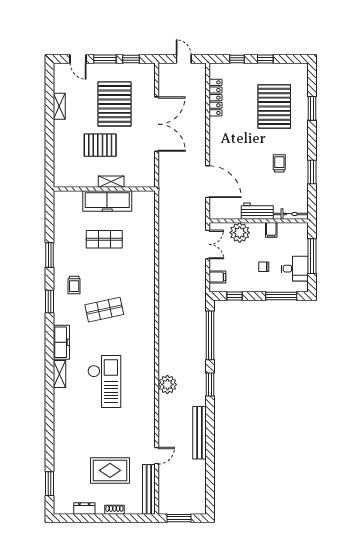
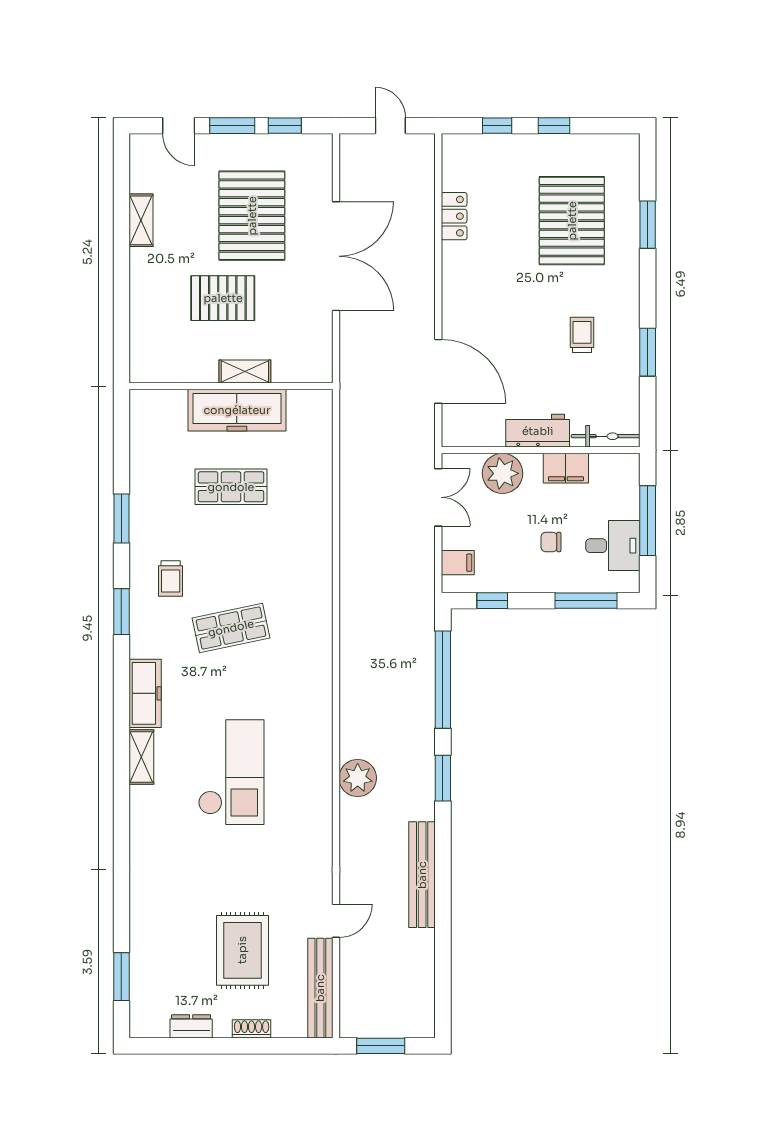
locker: (215, 98) -> (454, 216), width x0.66
filing cabinet: (271, 230) -> (566, 468), width x2.00
rug: (110, 470) -> (242, 950), turned 90

